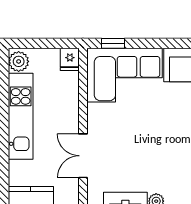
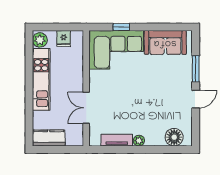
window: (113, 43) -> (121, 27), moved
fridge: (70, 59) -> (64, 38), moved

